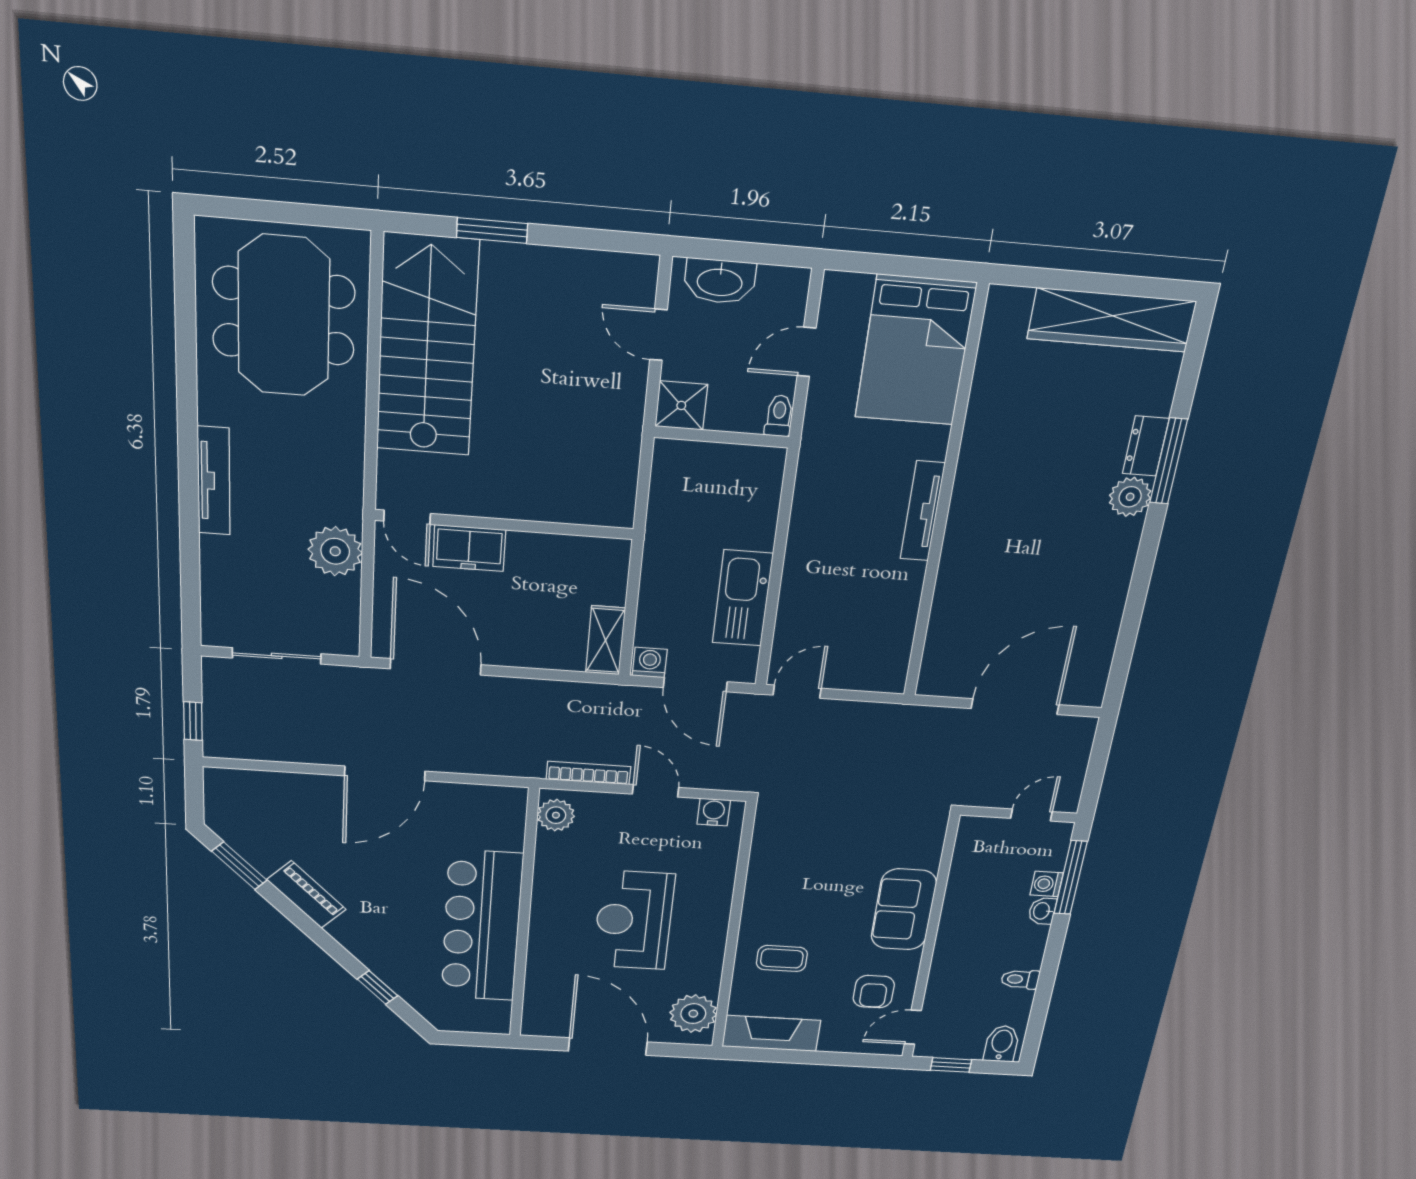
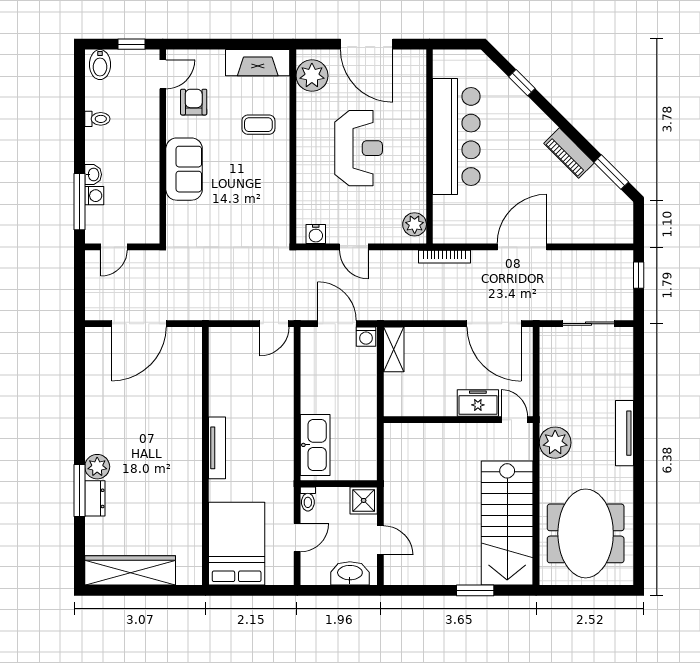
plant: (335, 551) -> (555, 443), moved
kitchen sink: (743, 598) -> (315, 445), moved
bookcase: (589, 773) -> (445, 257), moved

